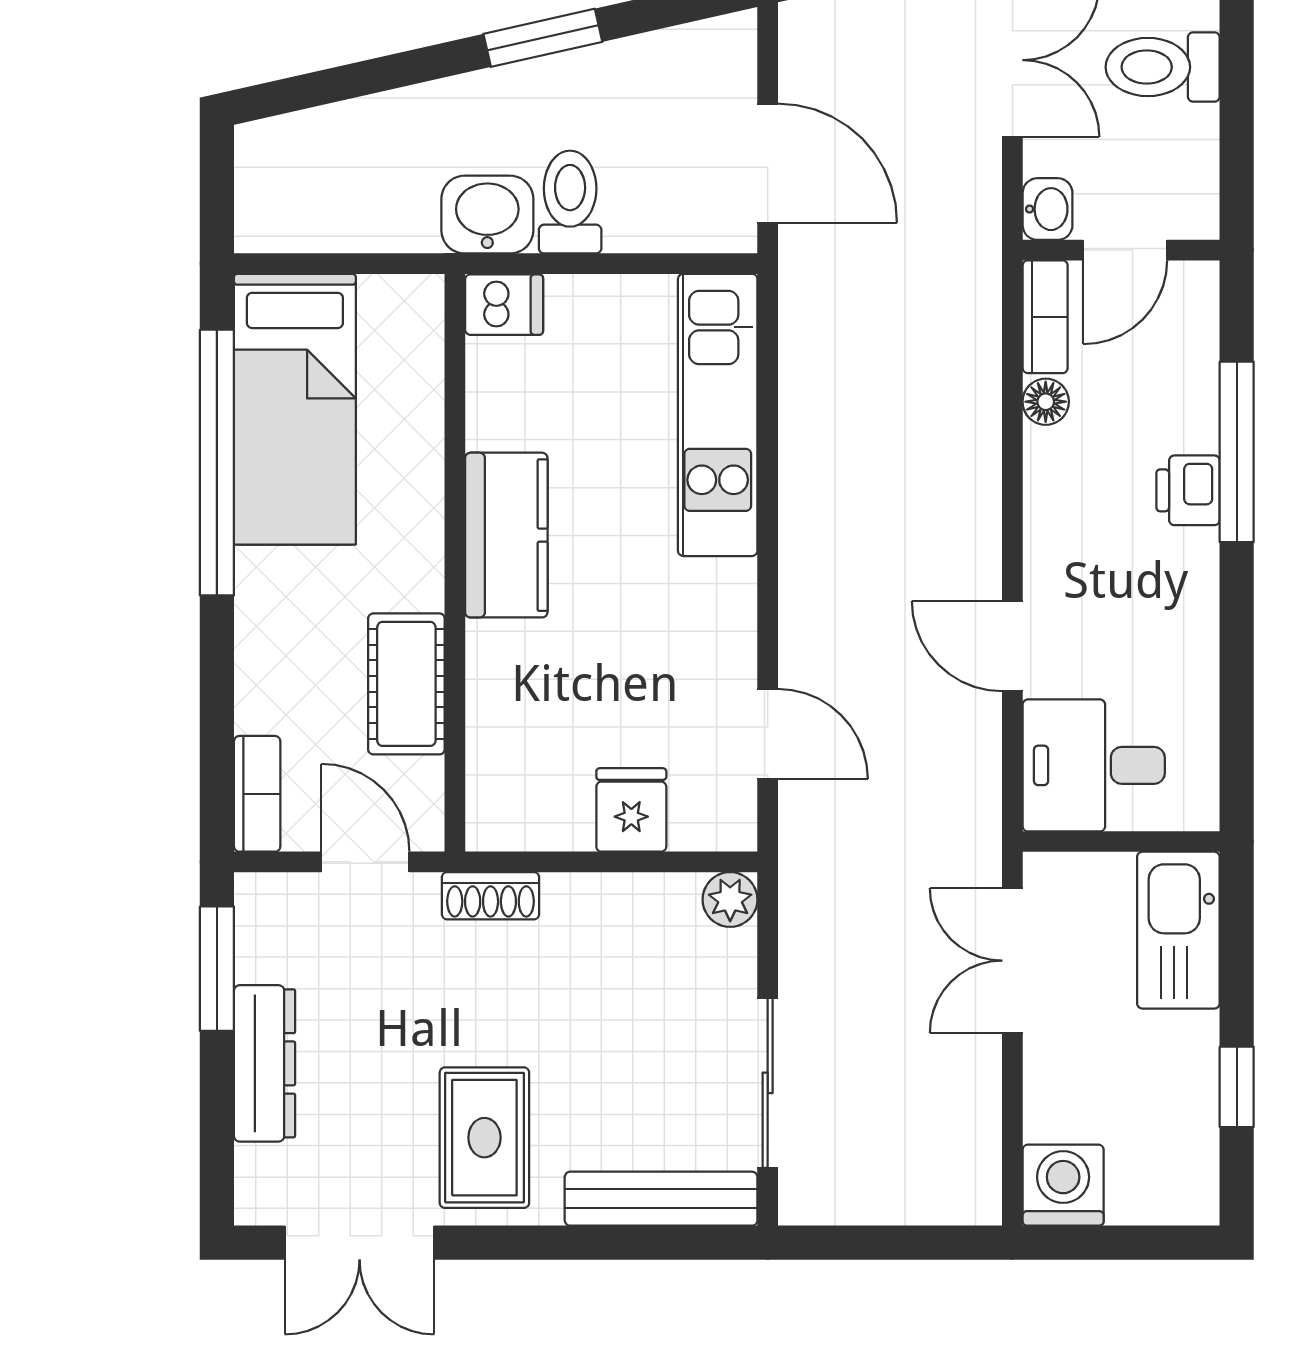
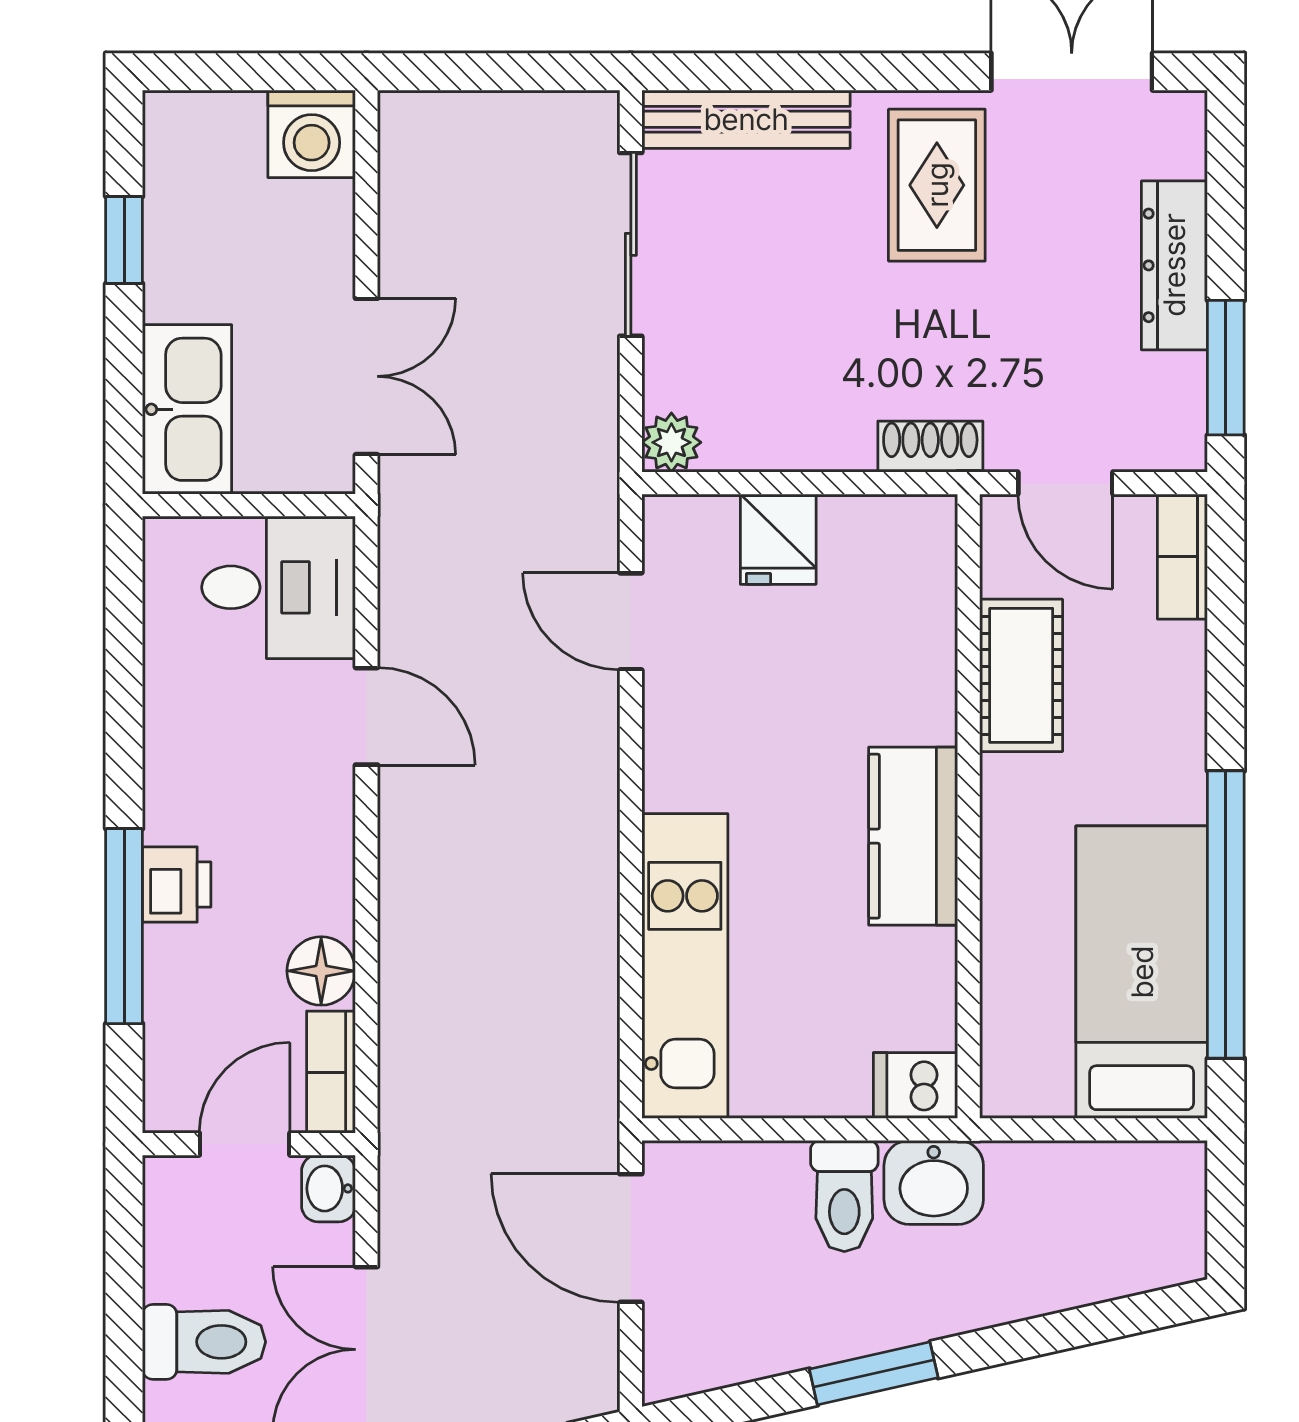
floor lamp: (1046, 402) -> (321, 971), width x1.37, depth x1.37

